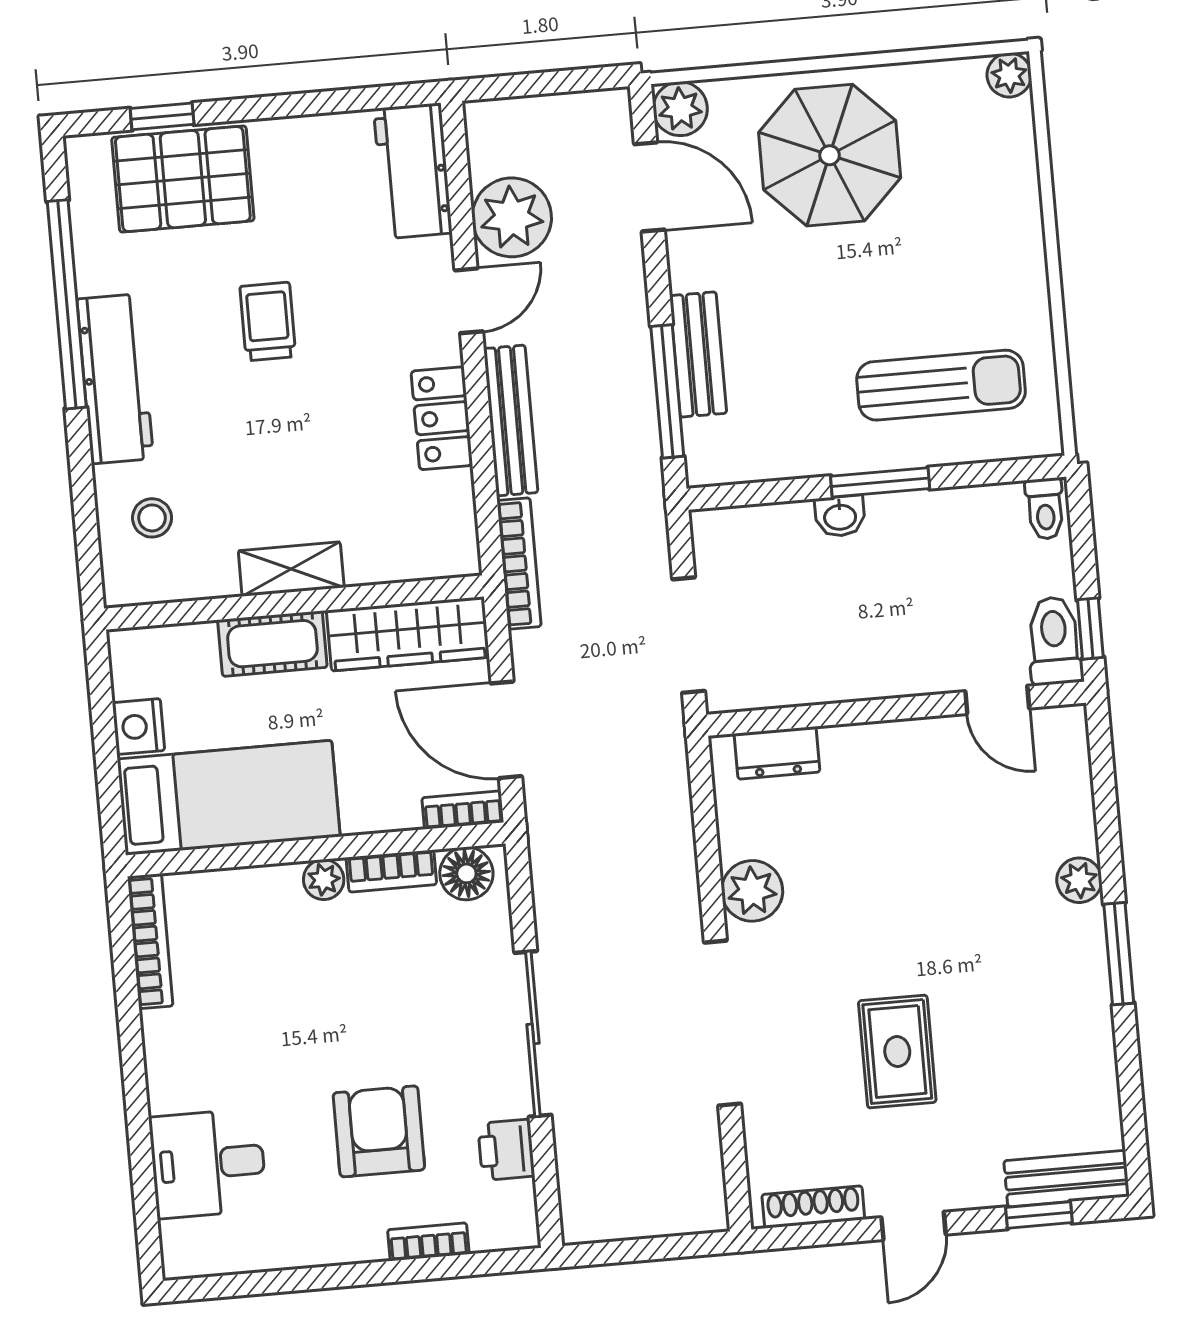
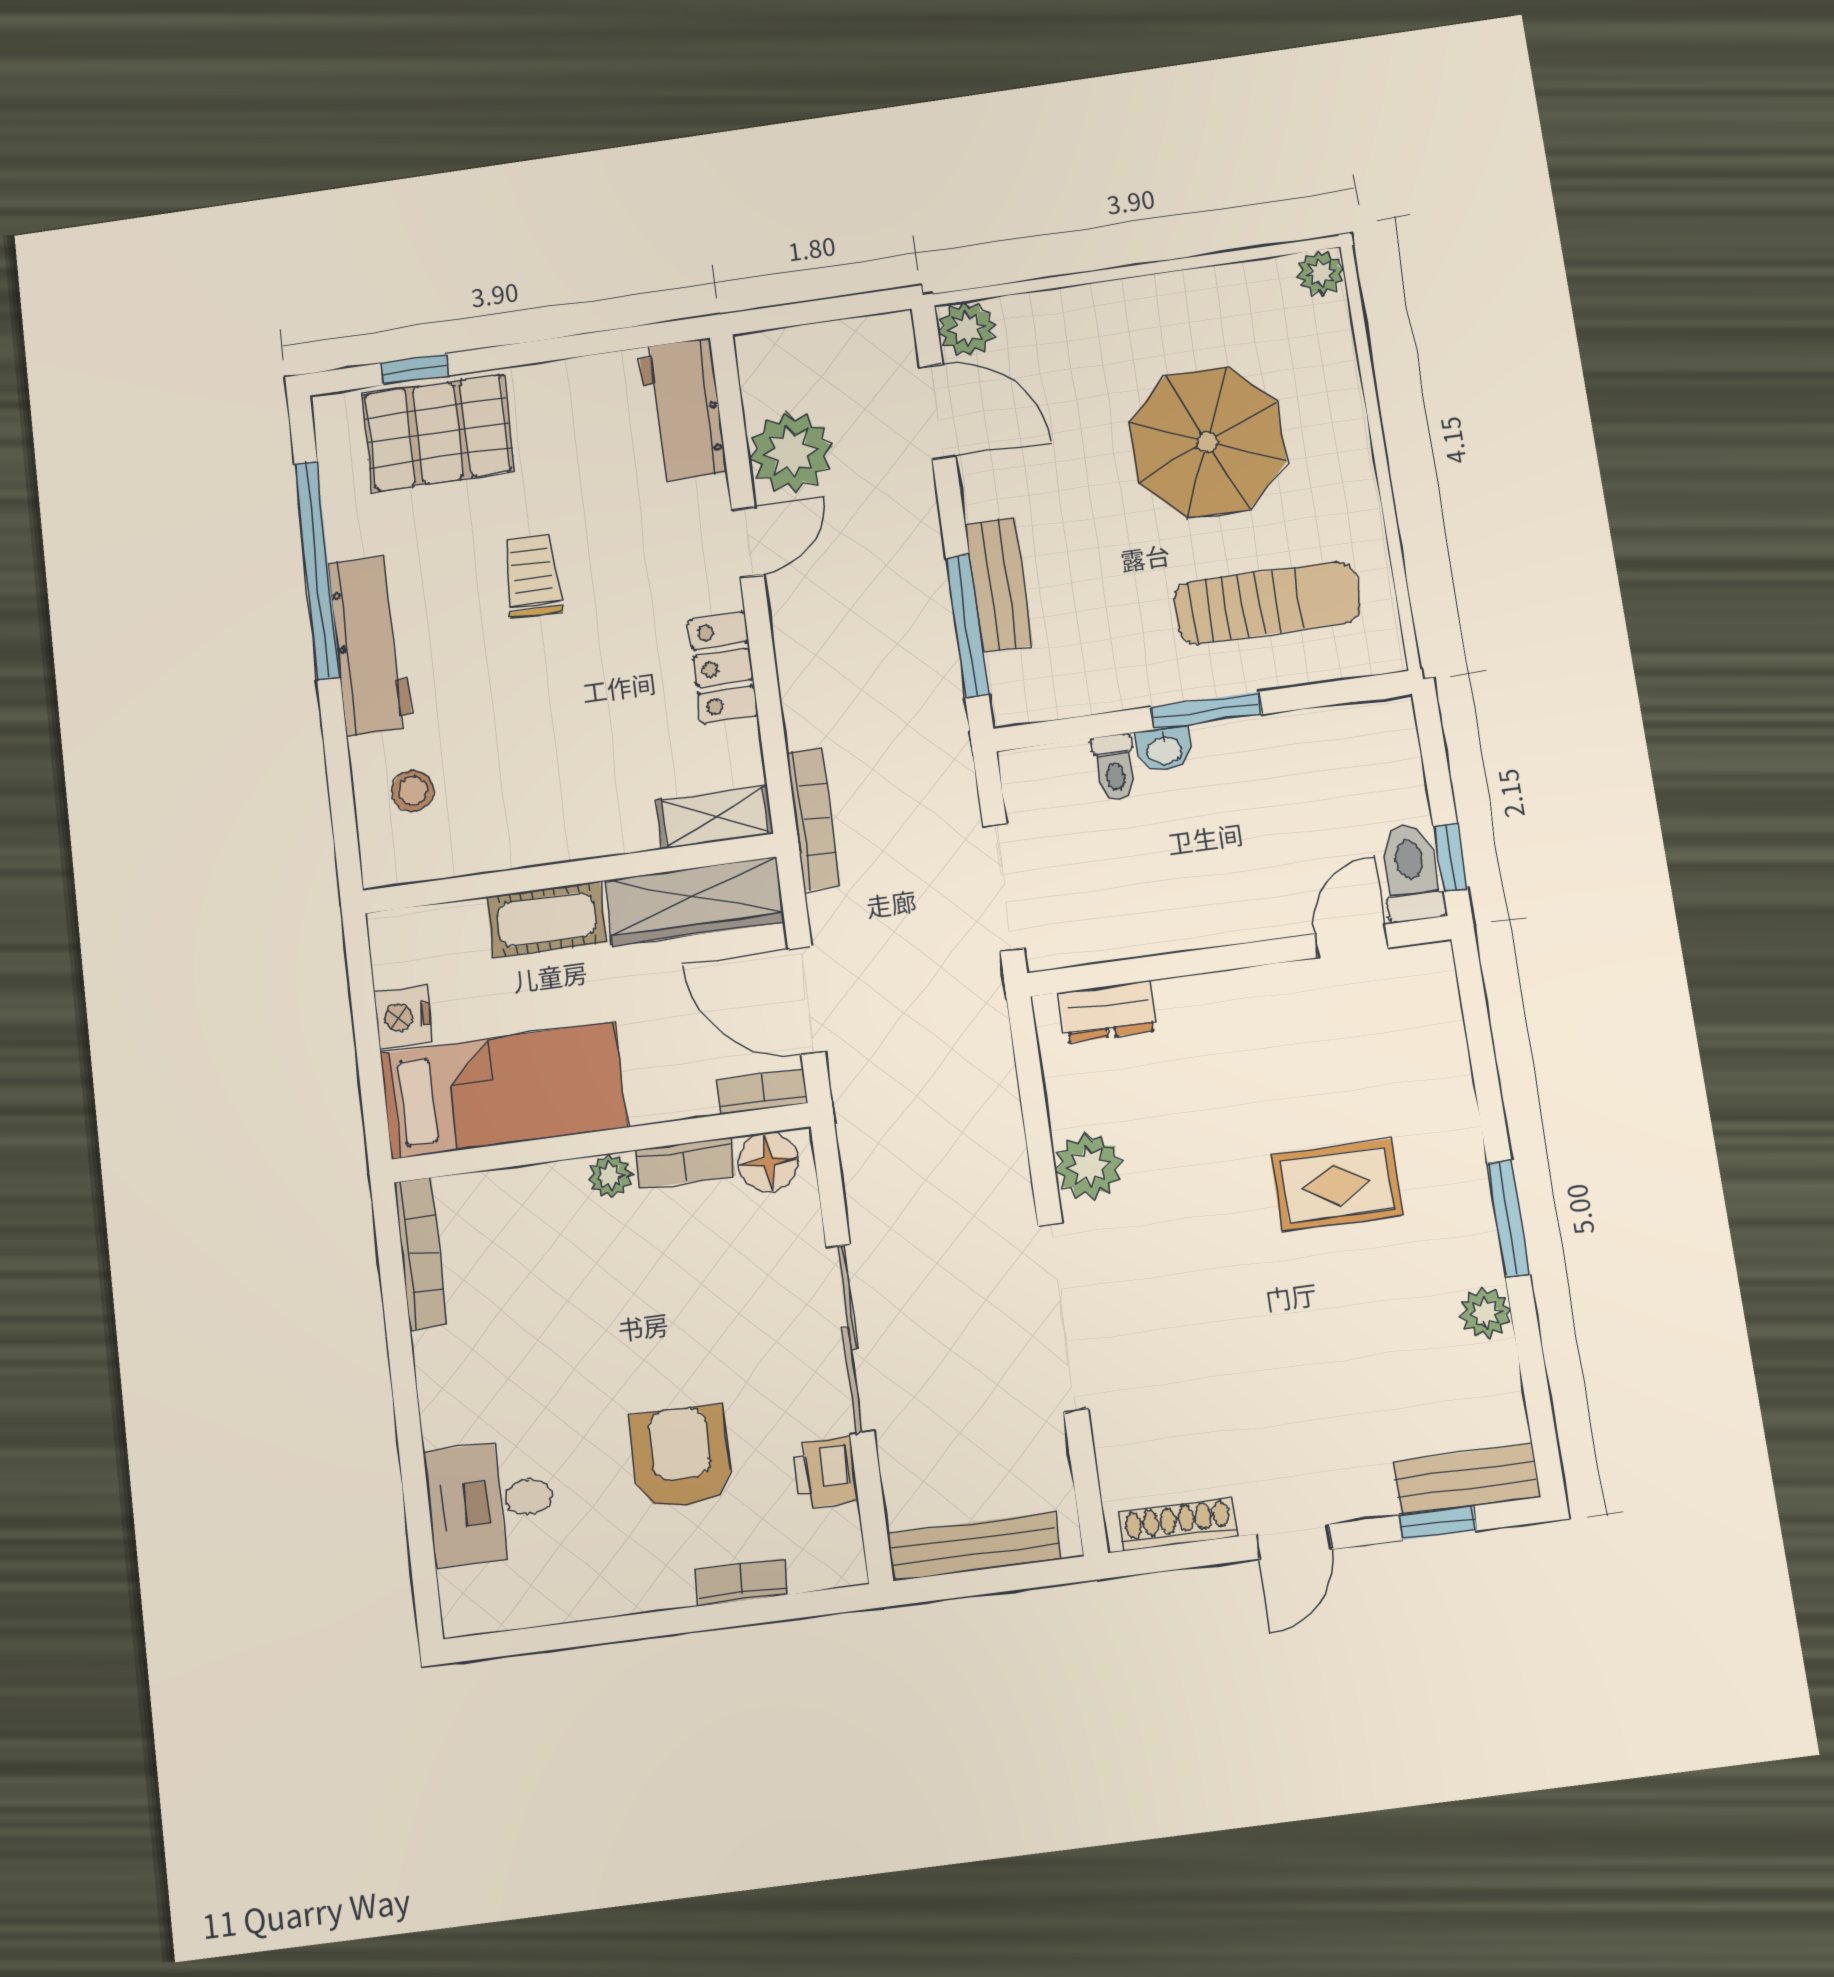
parasol: (830, 155) -> (1207, 442), moved
bench: (511, 421) -> (974, 1546), moved, turned 90
toilet: (1045, 509) -> (1114, 768), moved
shelving: (291, 569) -> (715, 817), moved
door: (997, 700) -> (1351, 941), swing flipped
plant: (1079, 880) -> (1485, 1313), moved
rug: (897, 1052) -> (1337, 1185), moved, turned 90

